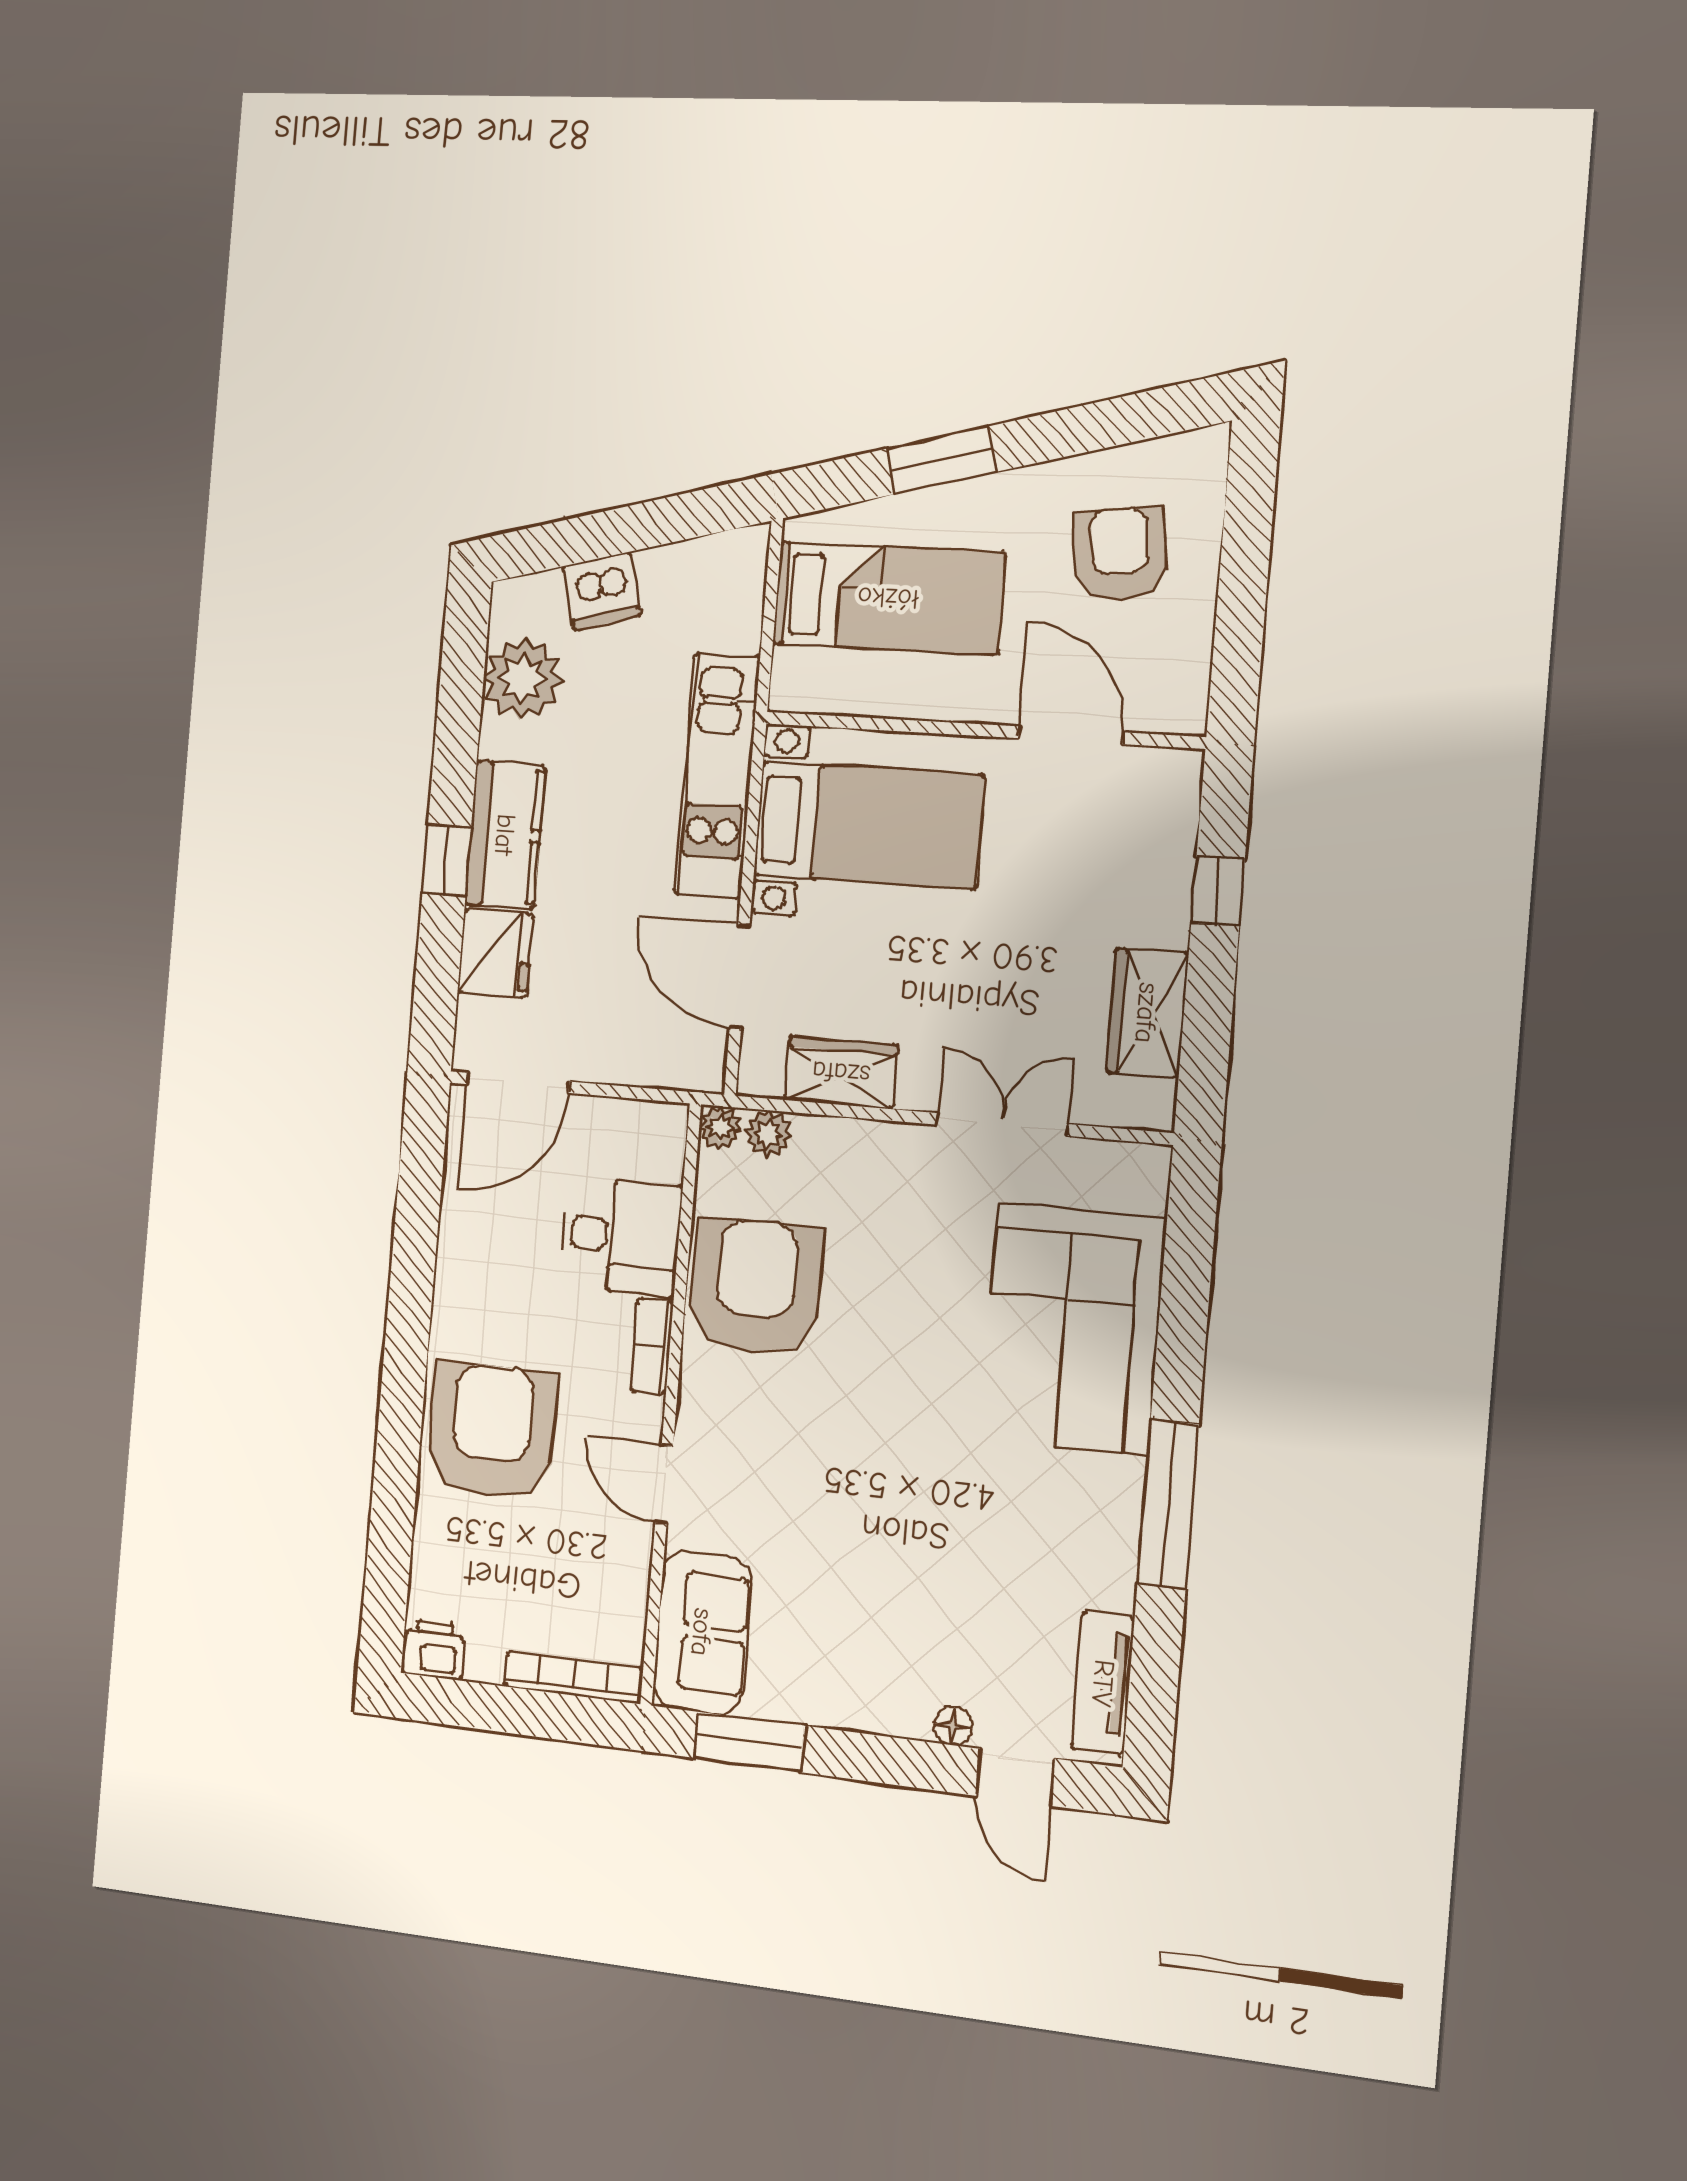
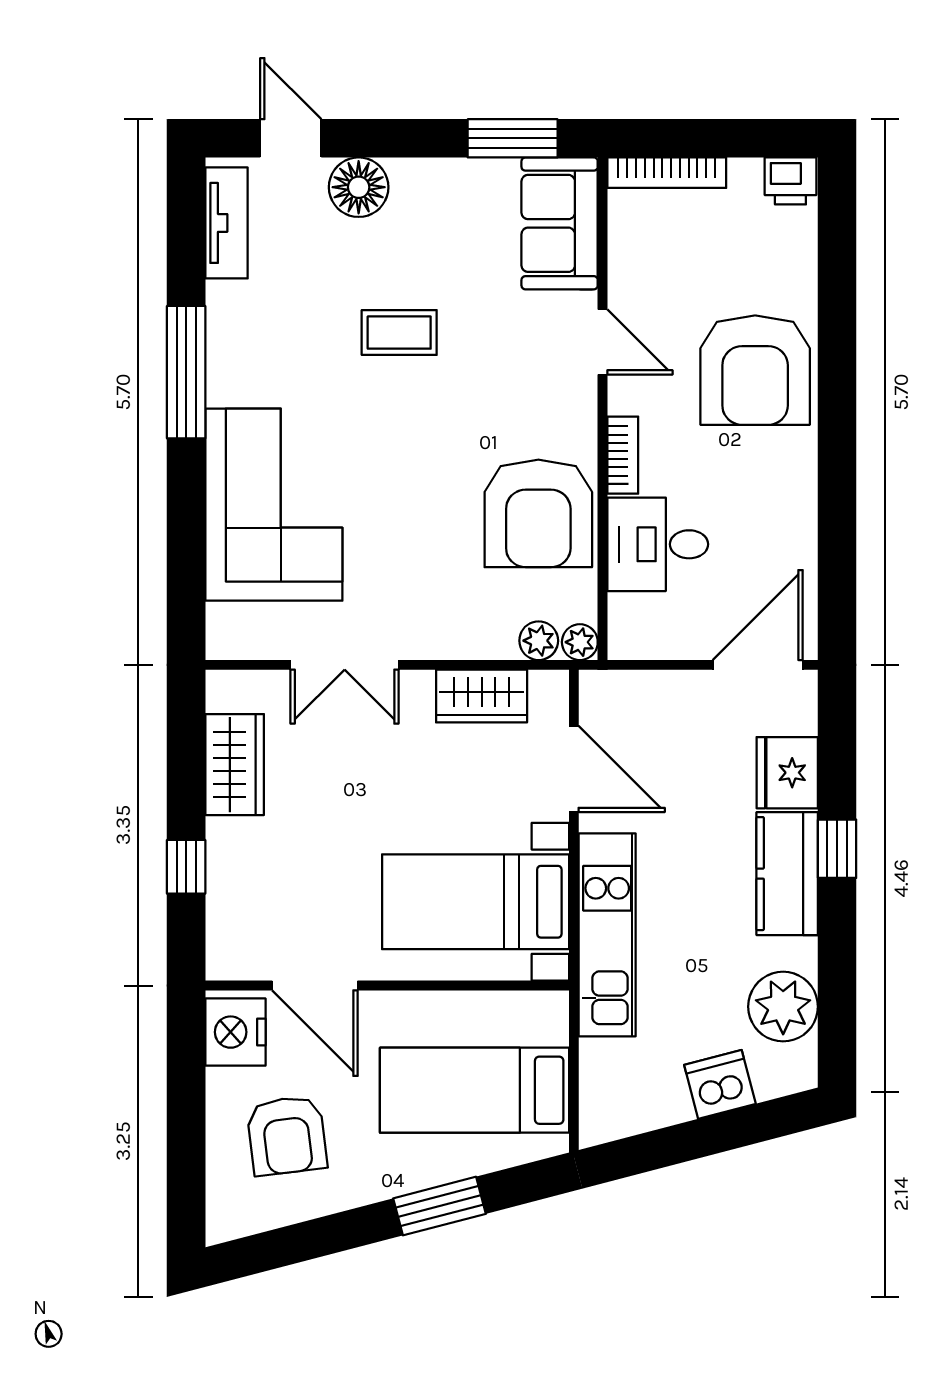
nightstand: (1173, 684) -> (235, 1032), added
coffee table: (903, 1523) -> (399, 333), added
floor lamp: (953, 1726) -> (359, 187), width x1.89, depth x1.89

